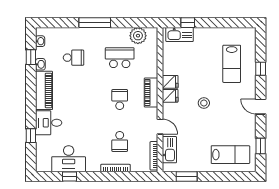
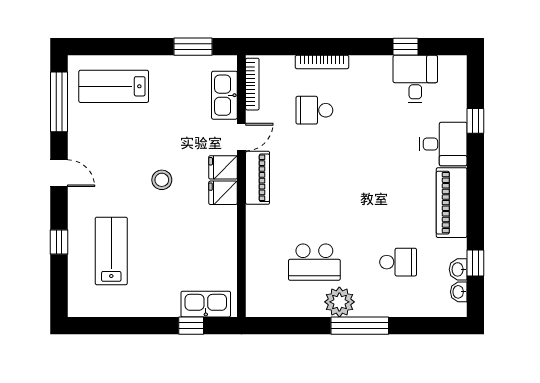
plant: (138, 36) -> (339, 302), moved
school desk: (74, 58) -> (398, 262), turned 180
washbasin: (40, 64) -> (458, 269), moved
fridge: (170, 82) -> (223, 167), moved
piano: (151, 93) -> (258, 178), moved
school desk: (120, 100) -> (314, 186), removed
door: (160, 127) -> (241, 137), swing flipped
school desk: (120, 141) -> (314, 110), turned -90
window: (261, 146) -> (59, 102), width x2.17
desk: (69, 159) -> (415, 79), width x0.73

